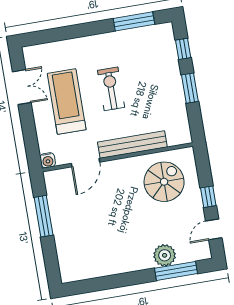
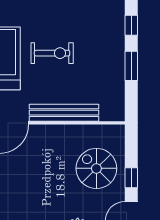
exercise bike: (111, 89) -> (52, 53), turned 90
spiral stairs: (164, 182) -> (96, 168), moved, turned -90

